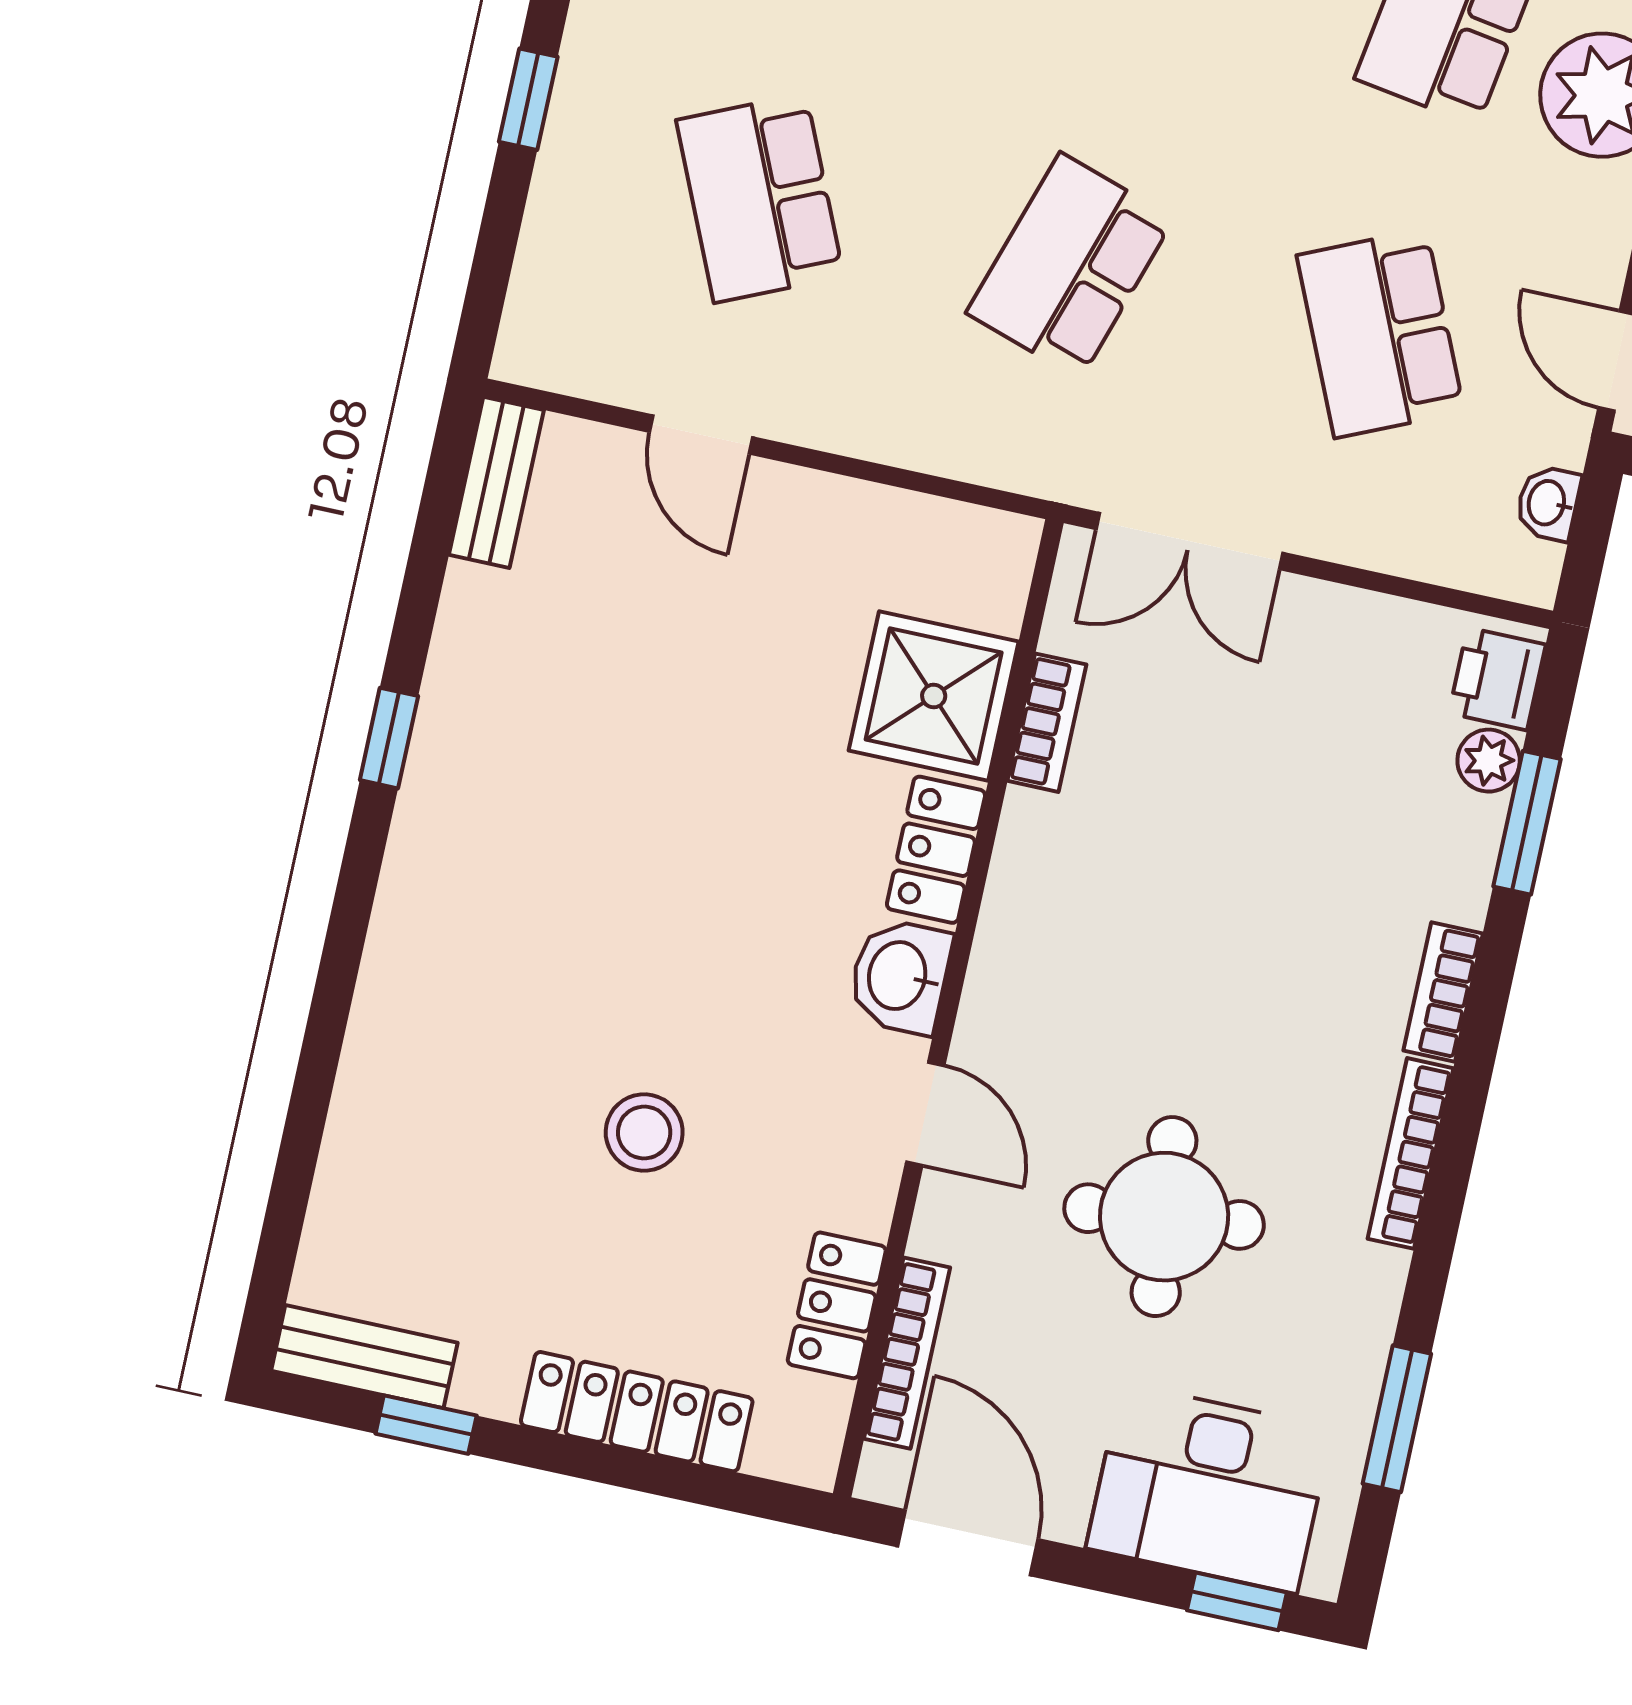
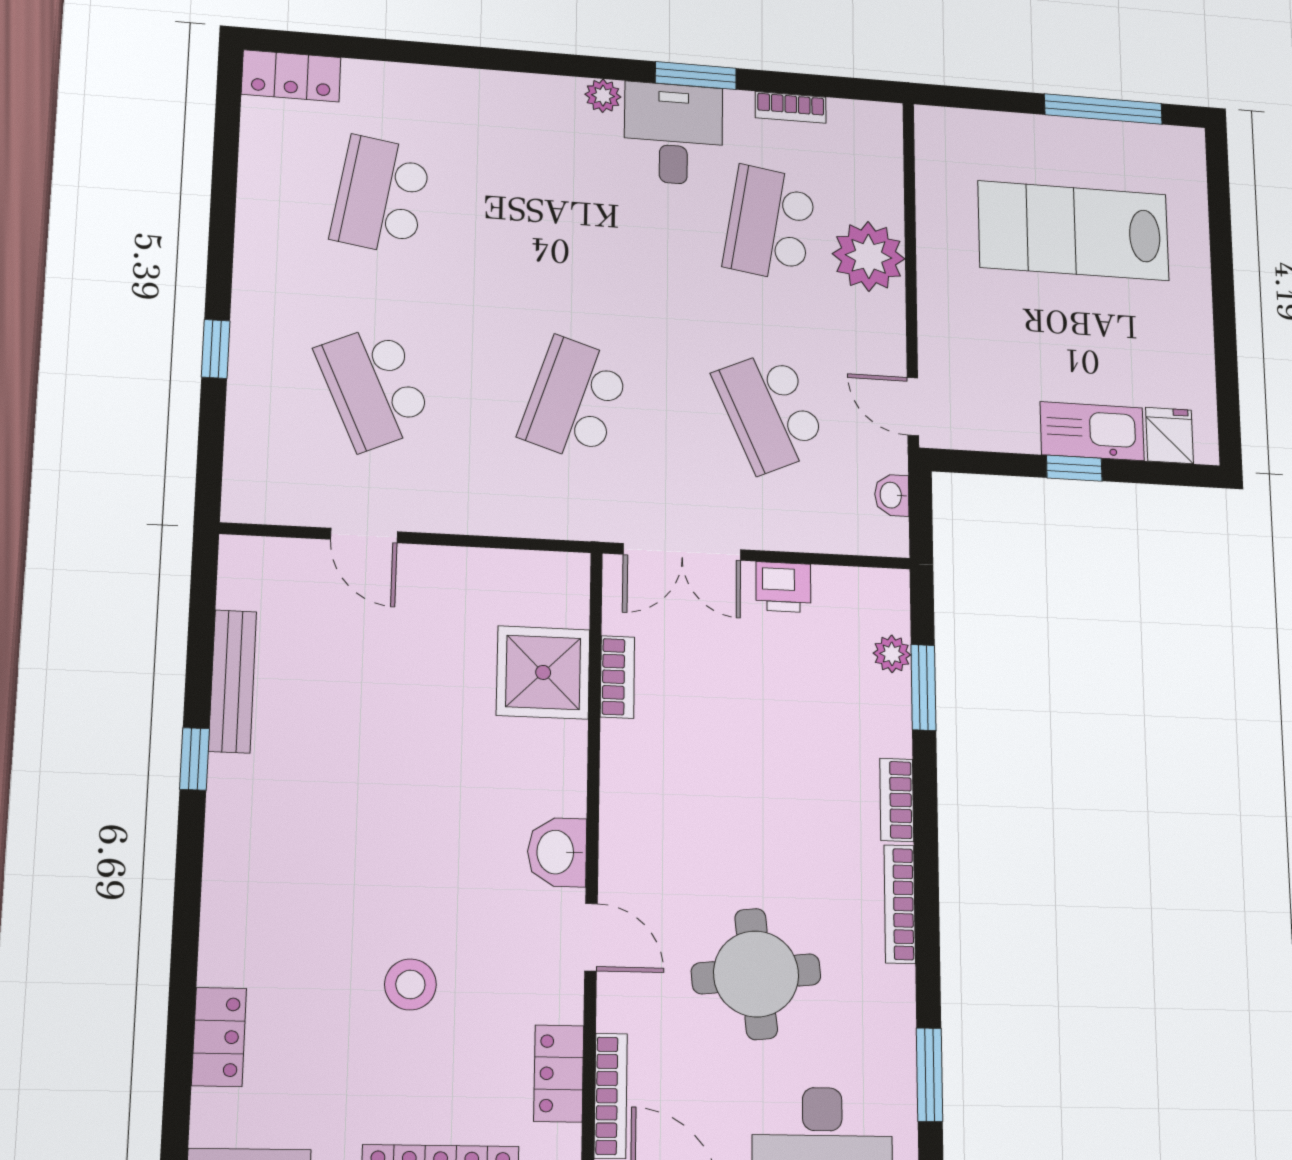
bench: (496, 482) -> (232, 681), moved, width x1.36
printer: (1497, 679) -> (783, 587), moved, turned -90
locker: (936, 850) -> (219, 1037), moved, turned 180

